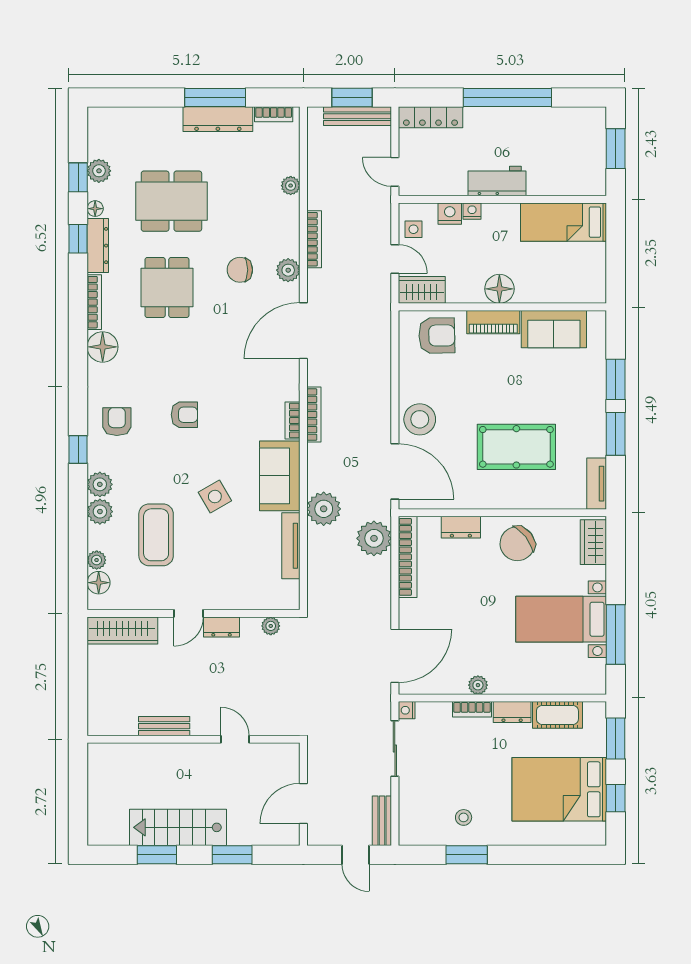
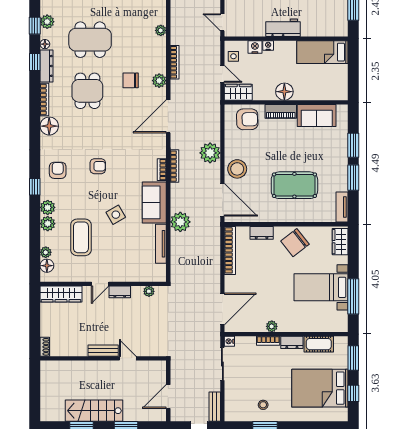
plant: (374, 538) -> (210, 153), moved
shoe rack: (95, 720) -> (45, 347), added
bench: (164, 726) -> (103, 351), moved

